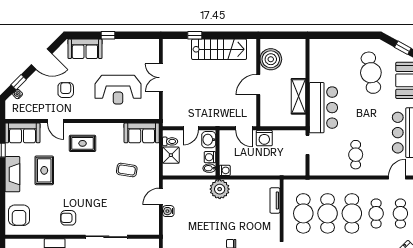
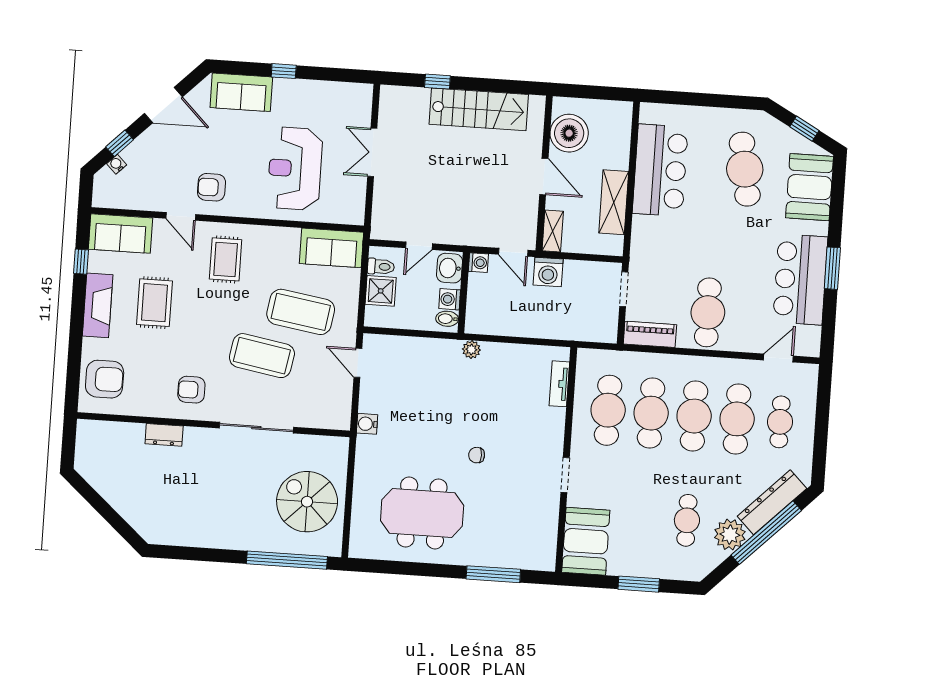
door: (258, 85) -> (544, 177), swing flipped
armchair: (66, 90) -> (211, 187), moved, turned -90
reception desk: (118, 90) -> (295, 169), turned 90
bar counter: (323, 108) -> (660, 170), moved
shelving: (265, 115) -> (553, 231), added
rug: (83, 143) -> (226, 259), turned 90
cafe table: (356, 155) -> (708, 312), width x1.37, depth x1.35
piano: (324, 169) -> (650, 334), added
coffee table: (127, 170) -> (301, 312), width x1.86, depth x1.72
washing machine: (225, 170) -> (478, 263), moved
plant: (220, 189) -> (471, 350), width x0.53, depth x0.53
coffee table: (107, 196) -> (262, 356), added
door: (161, 196) -> (358, 363), hinge flipped
water cooler: (168, 211) -> (367, 424), moved
cafe table: (376, 213) -> (737, 419), width x1.37, depth x1.35
armchair: (19, 215) -> (105, 379), turned -90

